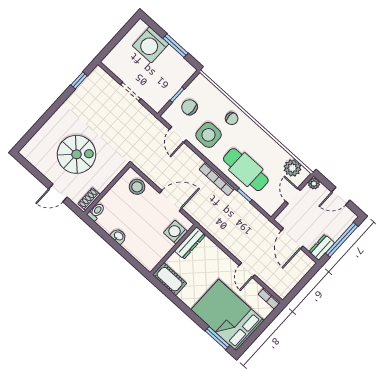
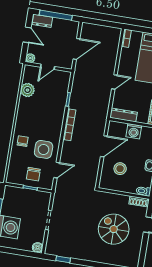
boiler: (109, 61) -> (38, 248), added
plant: (292, 168) -> (27, 90), moved
cafe table: (246, 170) -> (50, 110), removed
stool: (137, 187) -> (120, 169), moved
door: (171, 201) -> (104, 146), swing flipped
washing machine: (175, 232) -> (134, 131), moved
dresser: (322, 247) -> (42, 21), moved
door: (247, 270) -> (114, 82), moved

